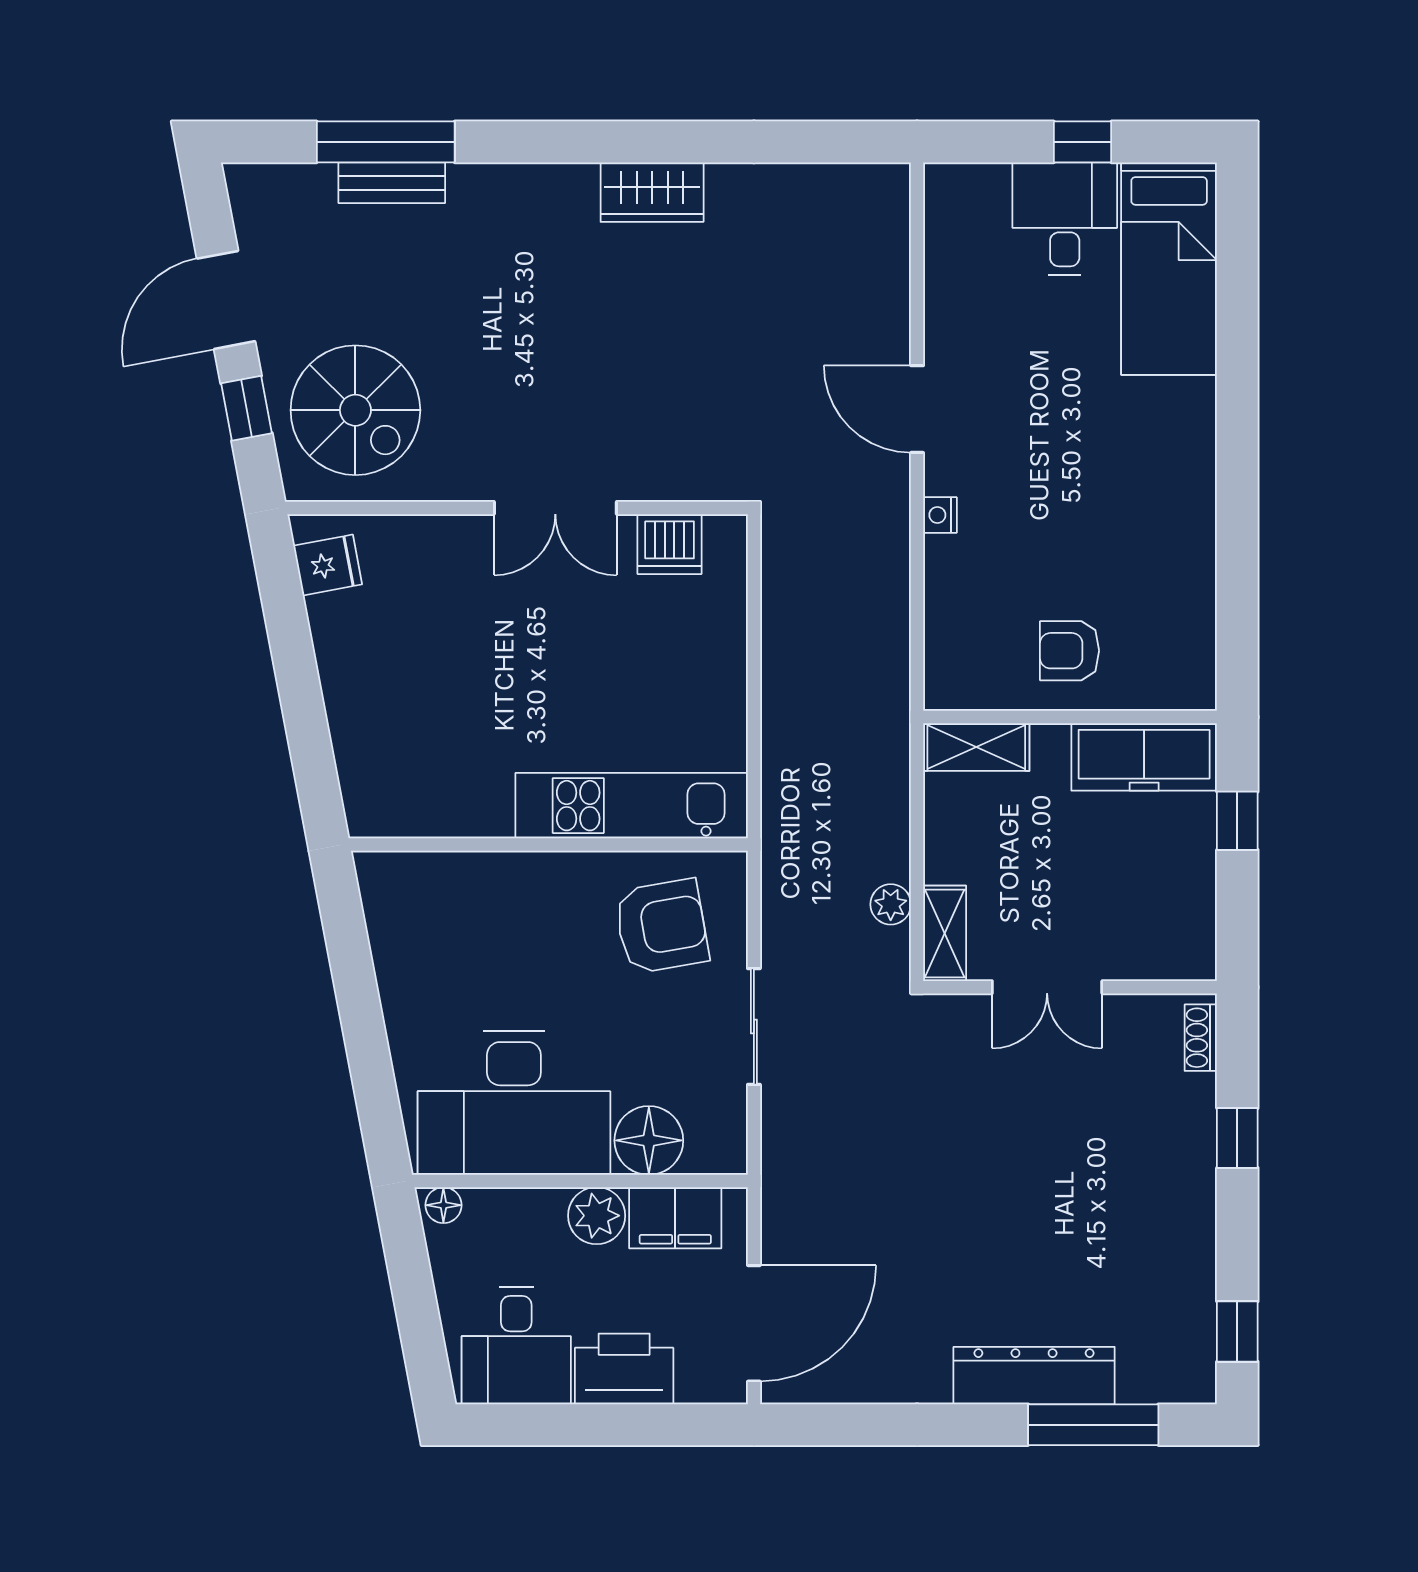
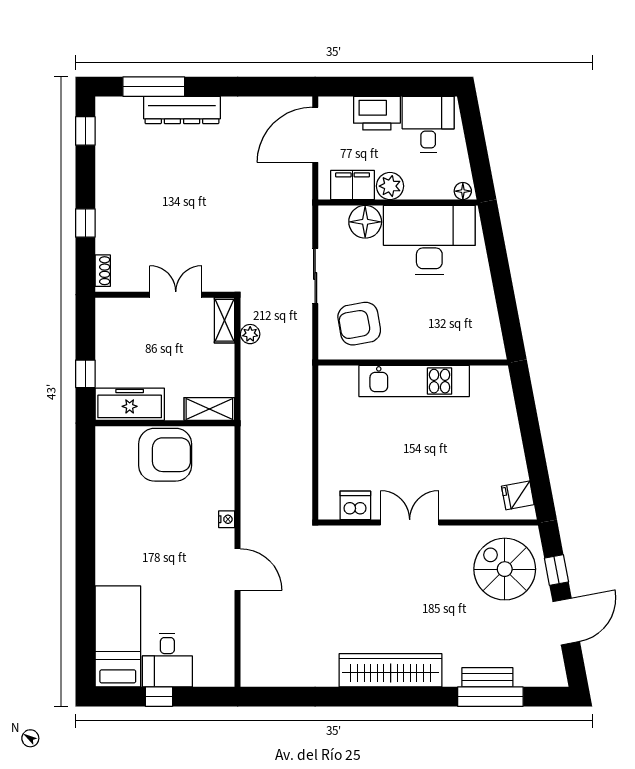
wardrobe: (652, 192) -> (391, 670), width x2.10, depth x1.17
armchair: (1069, 651) -> (165, 455), width x1.88, depth x1.88
kitchen unit: (632, 806) -> (414, 381), moved

